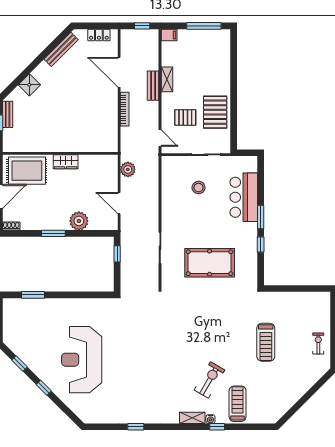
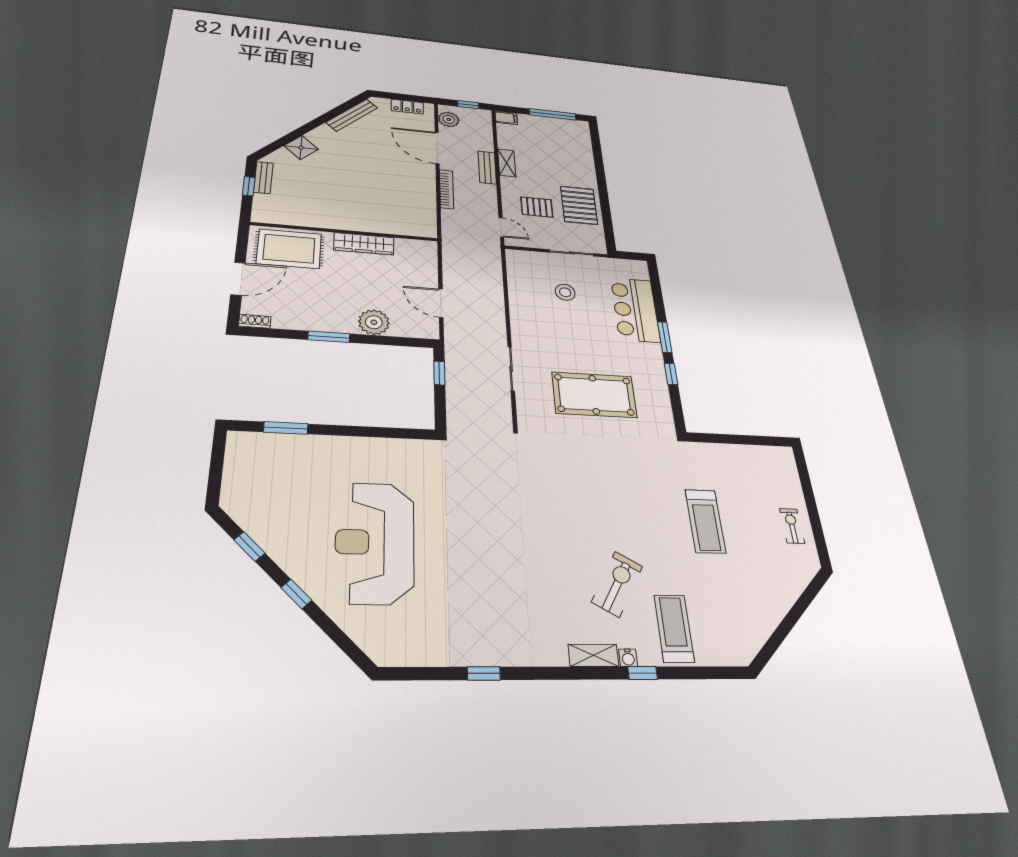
wardrobe: (66, 162) -> (364, 244), width x1.50
plant: (128, 169) -> (449, 119), moved

